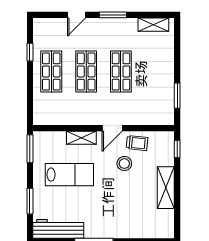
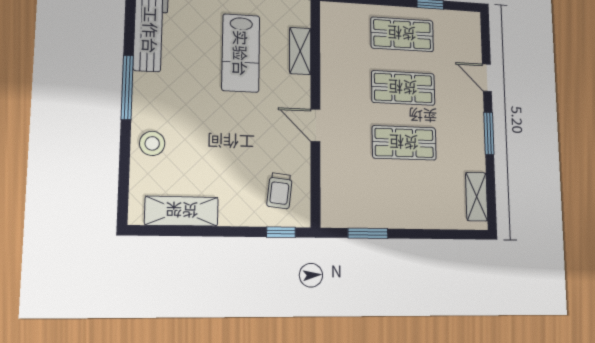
shelving: (81, 138) -> (300, 51), moved
trolley: (137, 143) -> (280, 191), moved
stool: (124, 164) -> (152, 143), moved
shelving: (166, 188) -> (182, 211), moved

